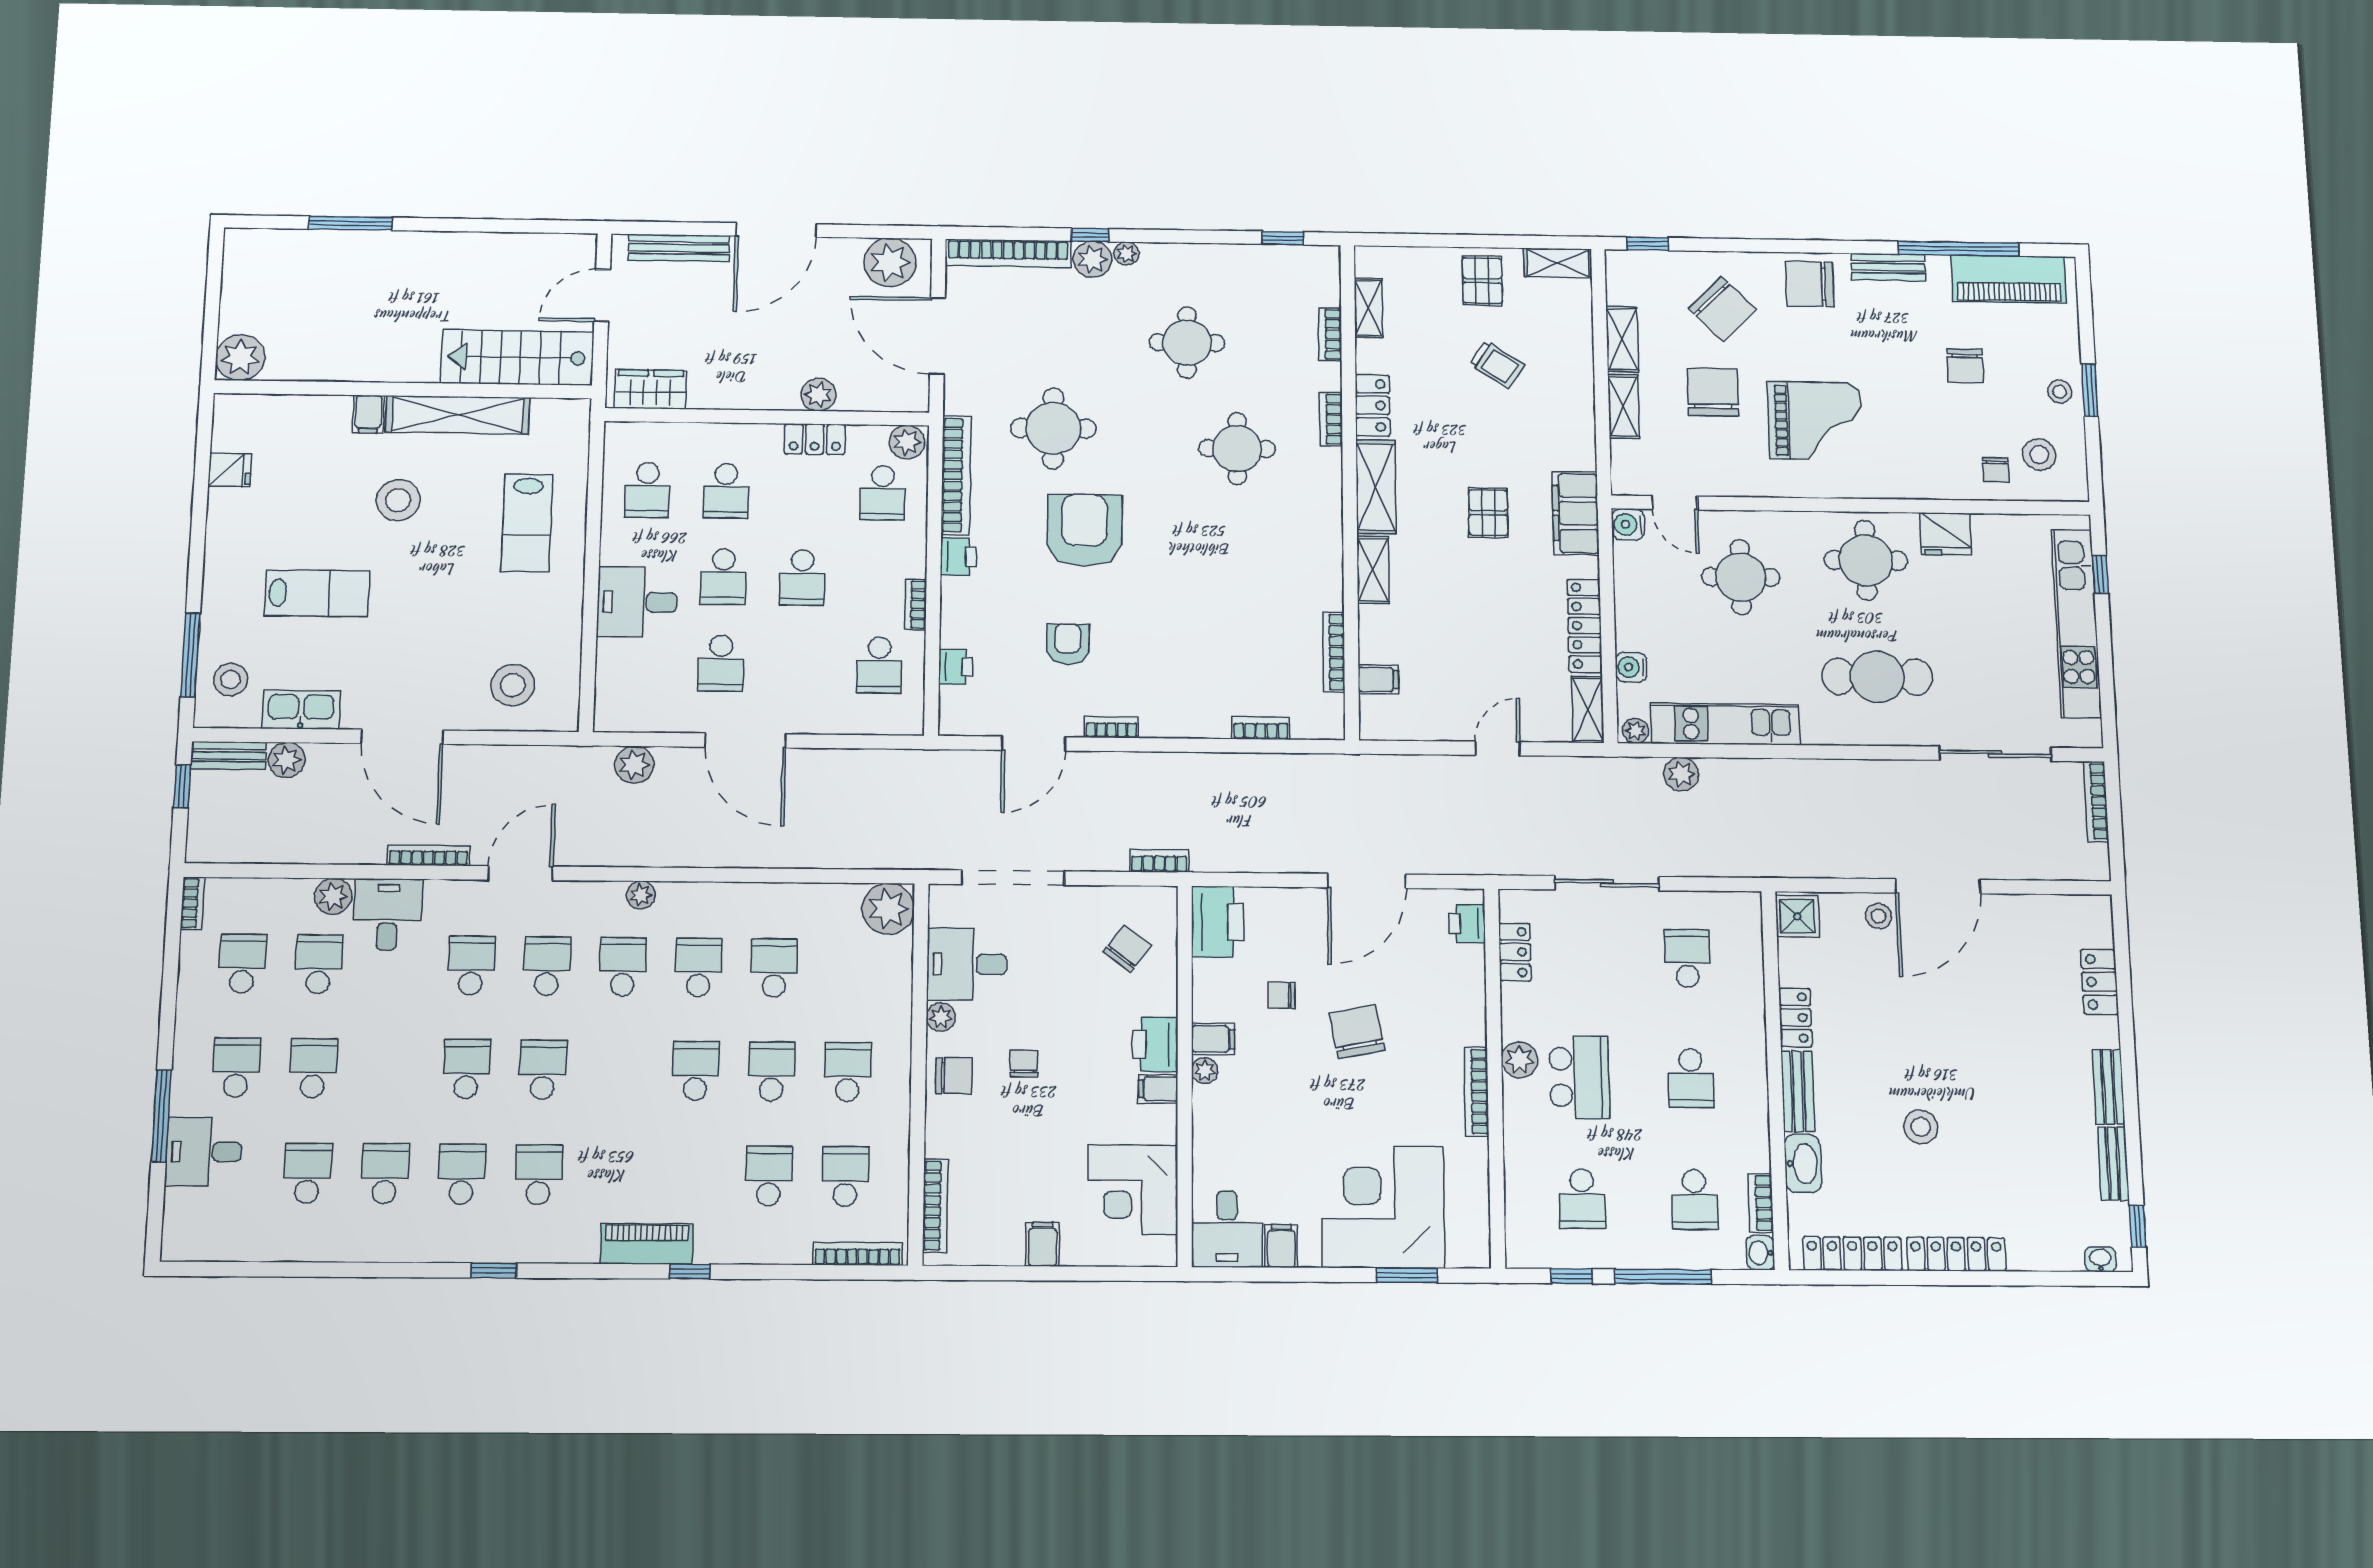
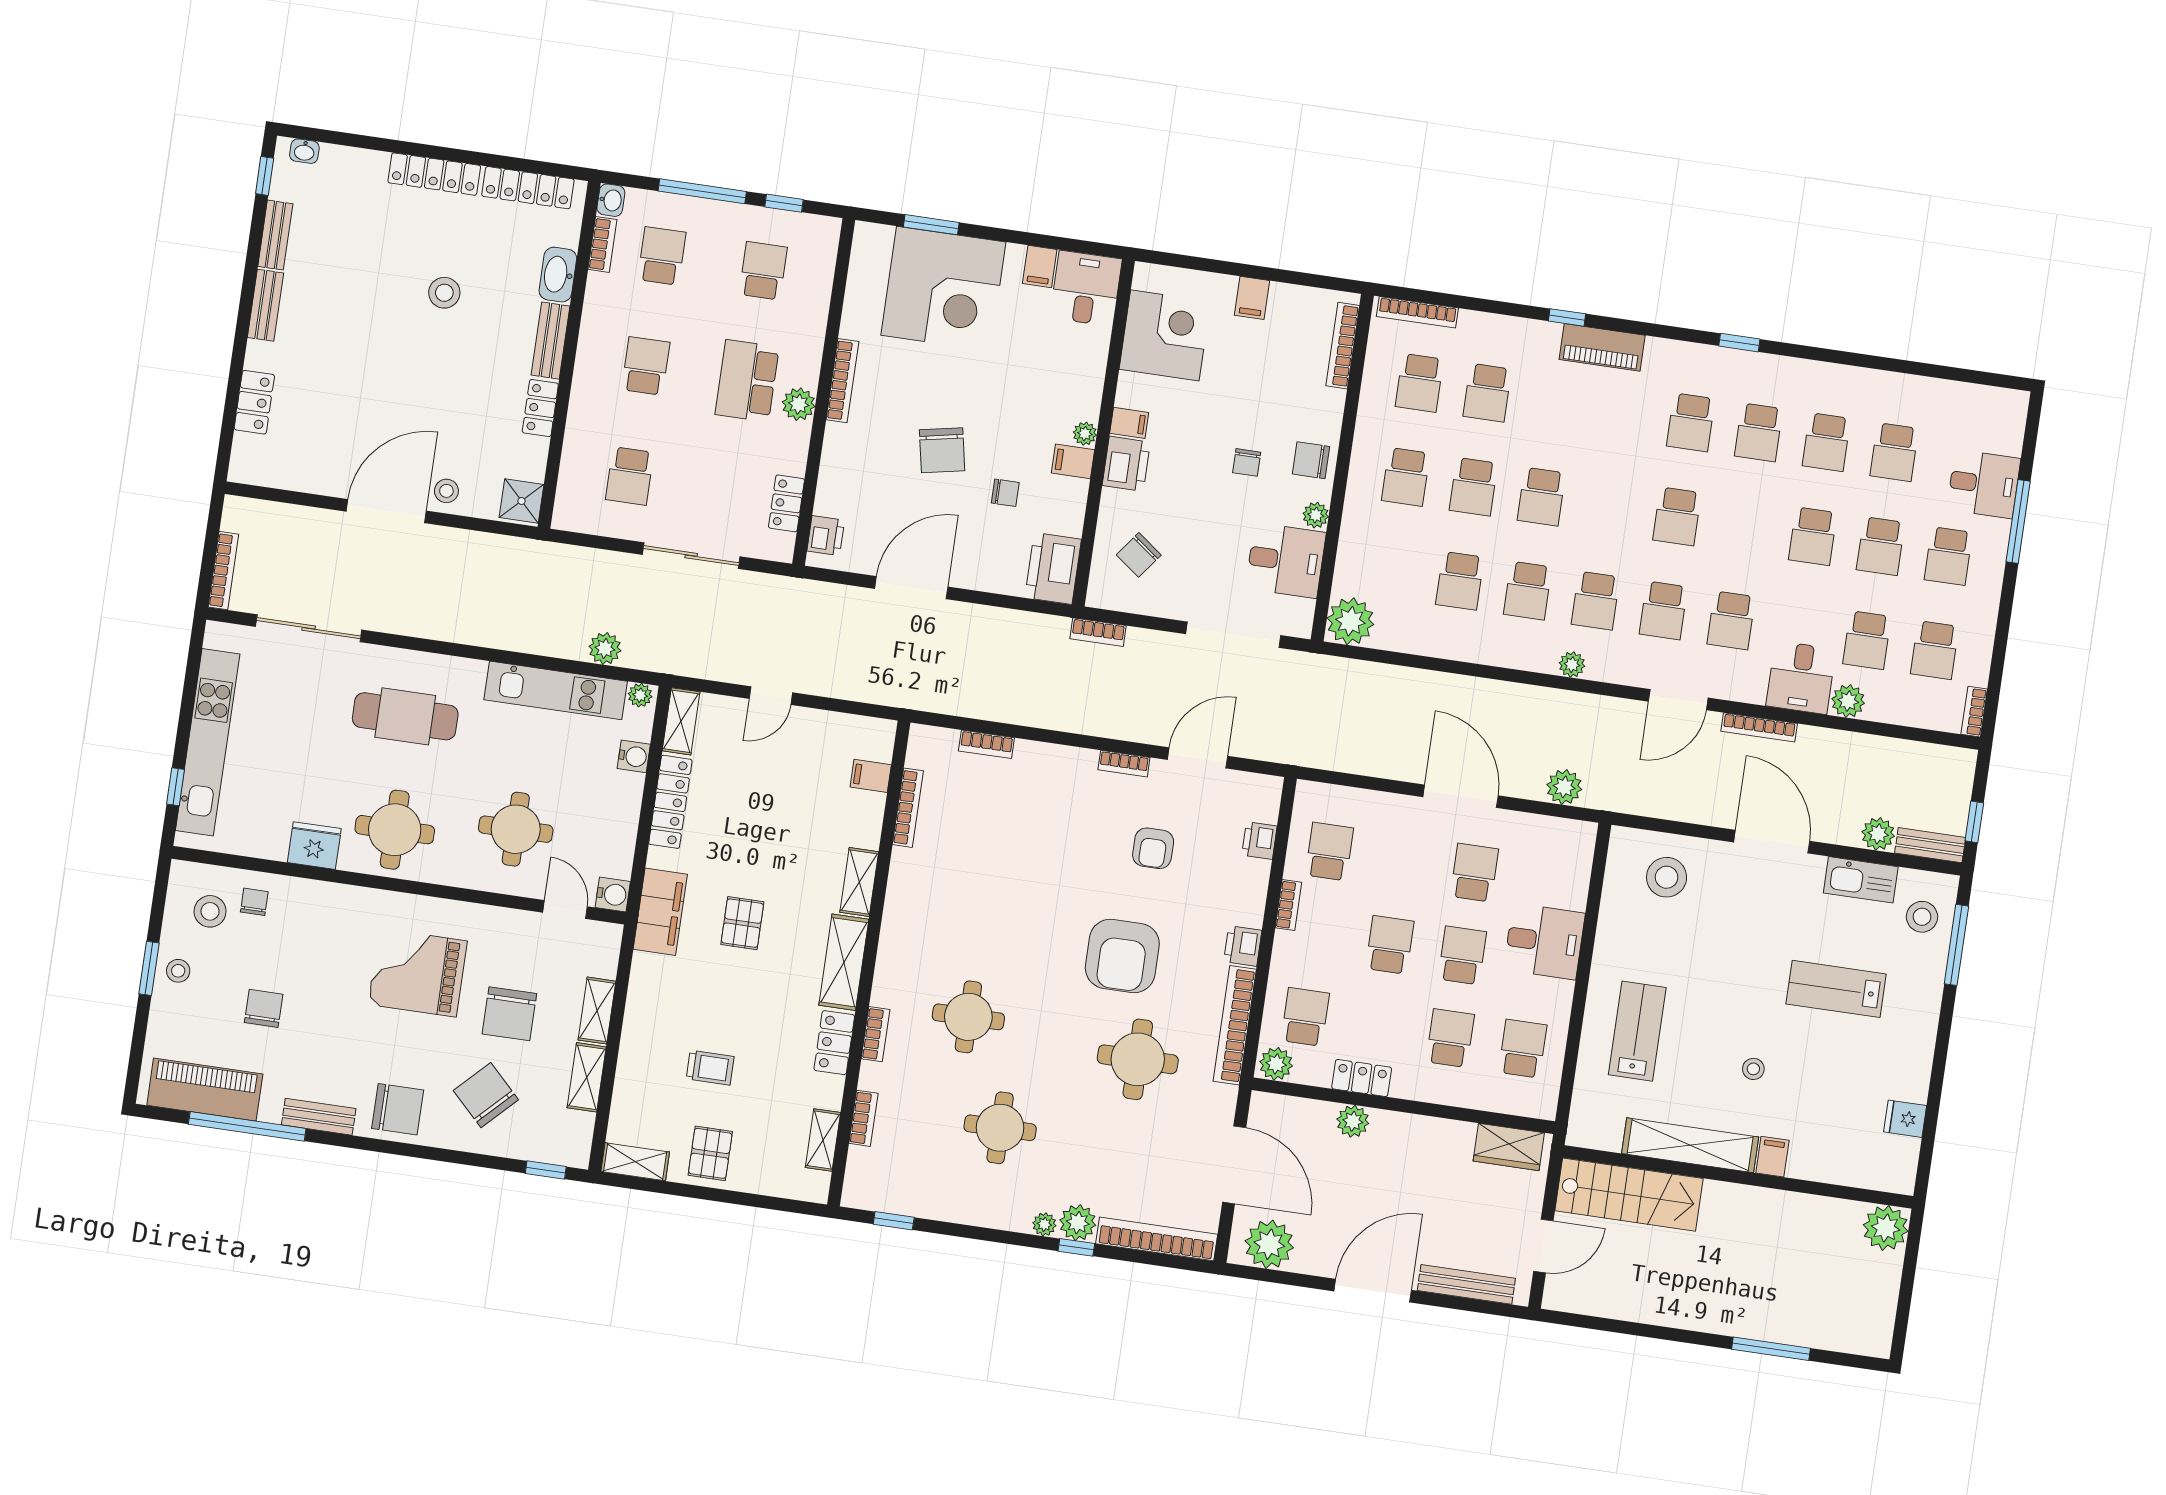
trolley: (1497, 365) -> (710, 1068), turned 147
stool: (398, 500) -> (1753, 1069), width x0.53, depth x0.53
school desk: (466, 1069) -> (1813, 536), moved

